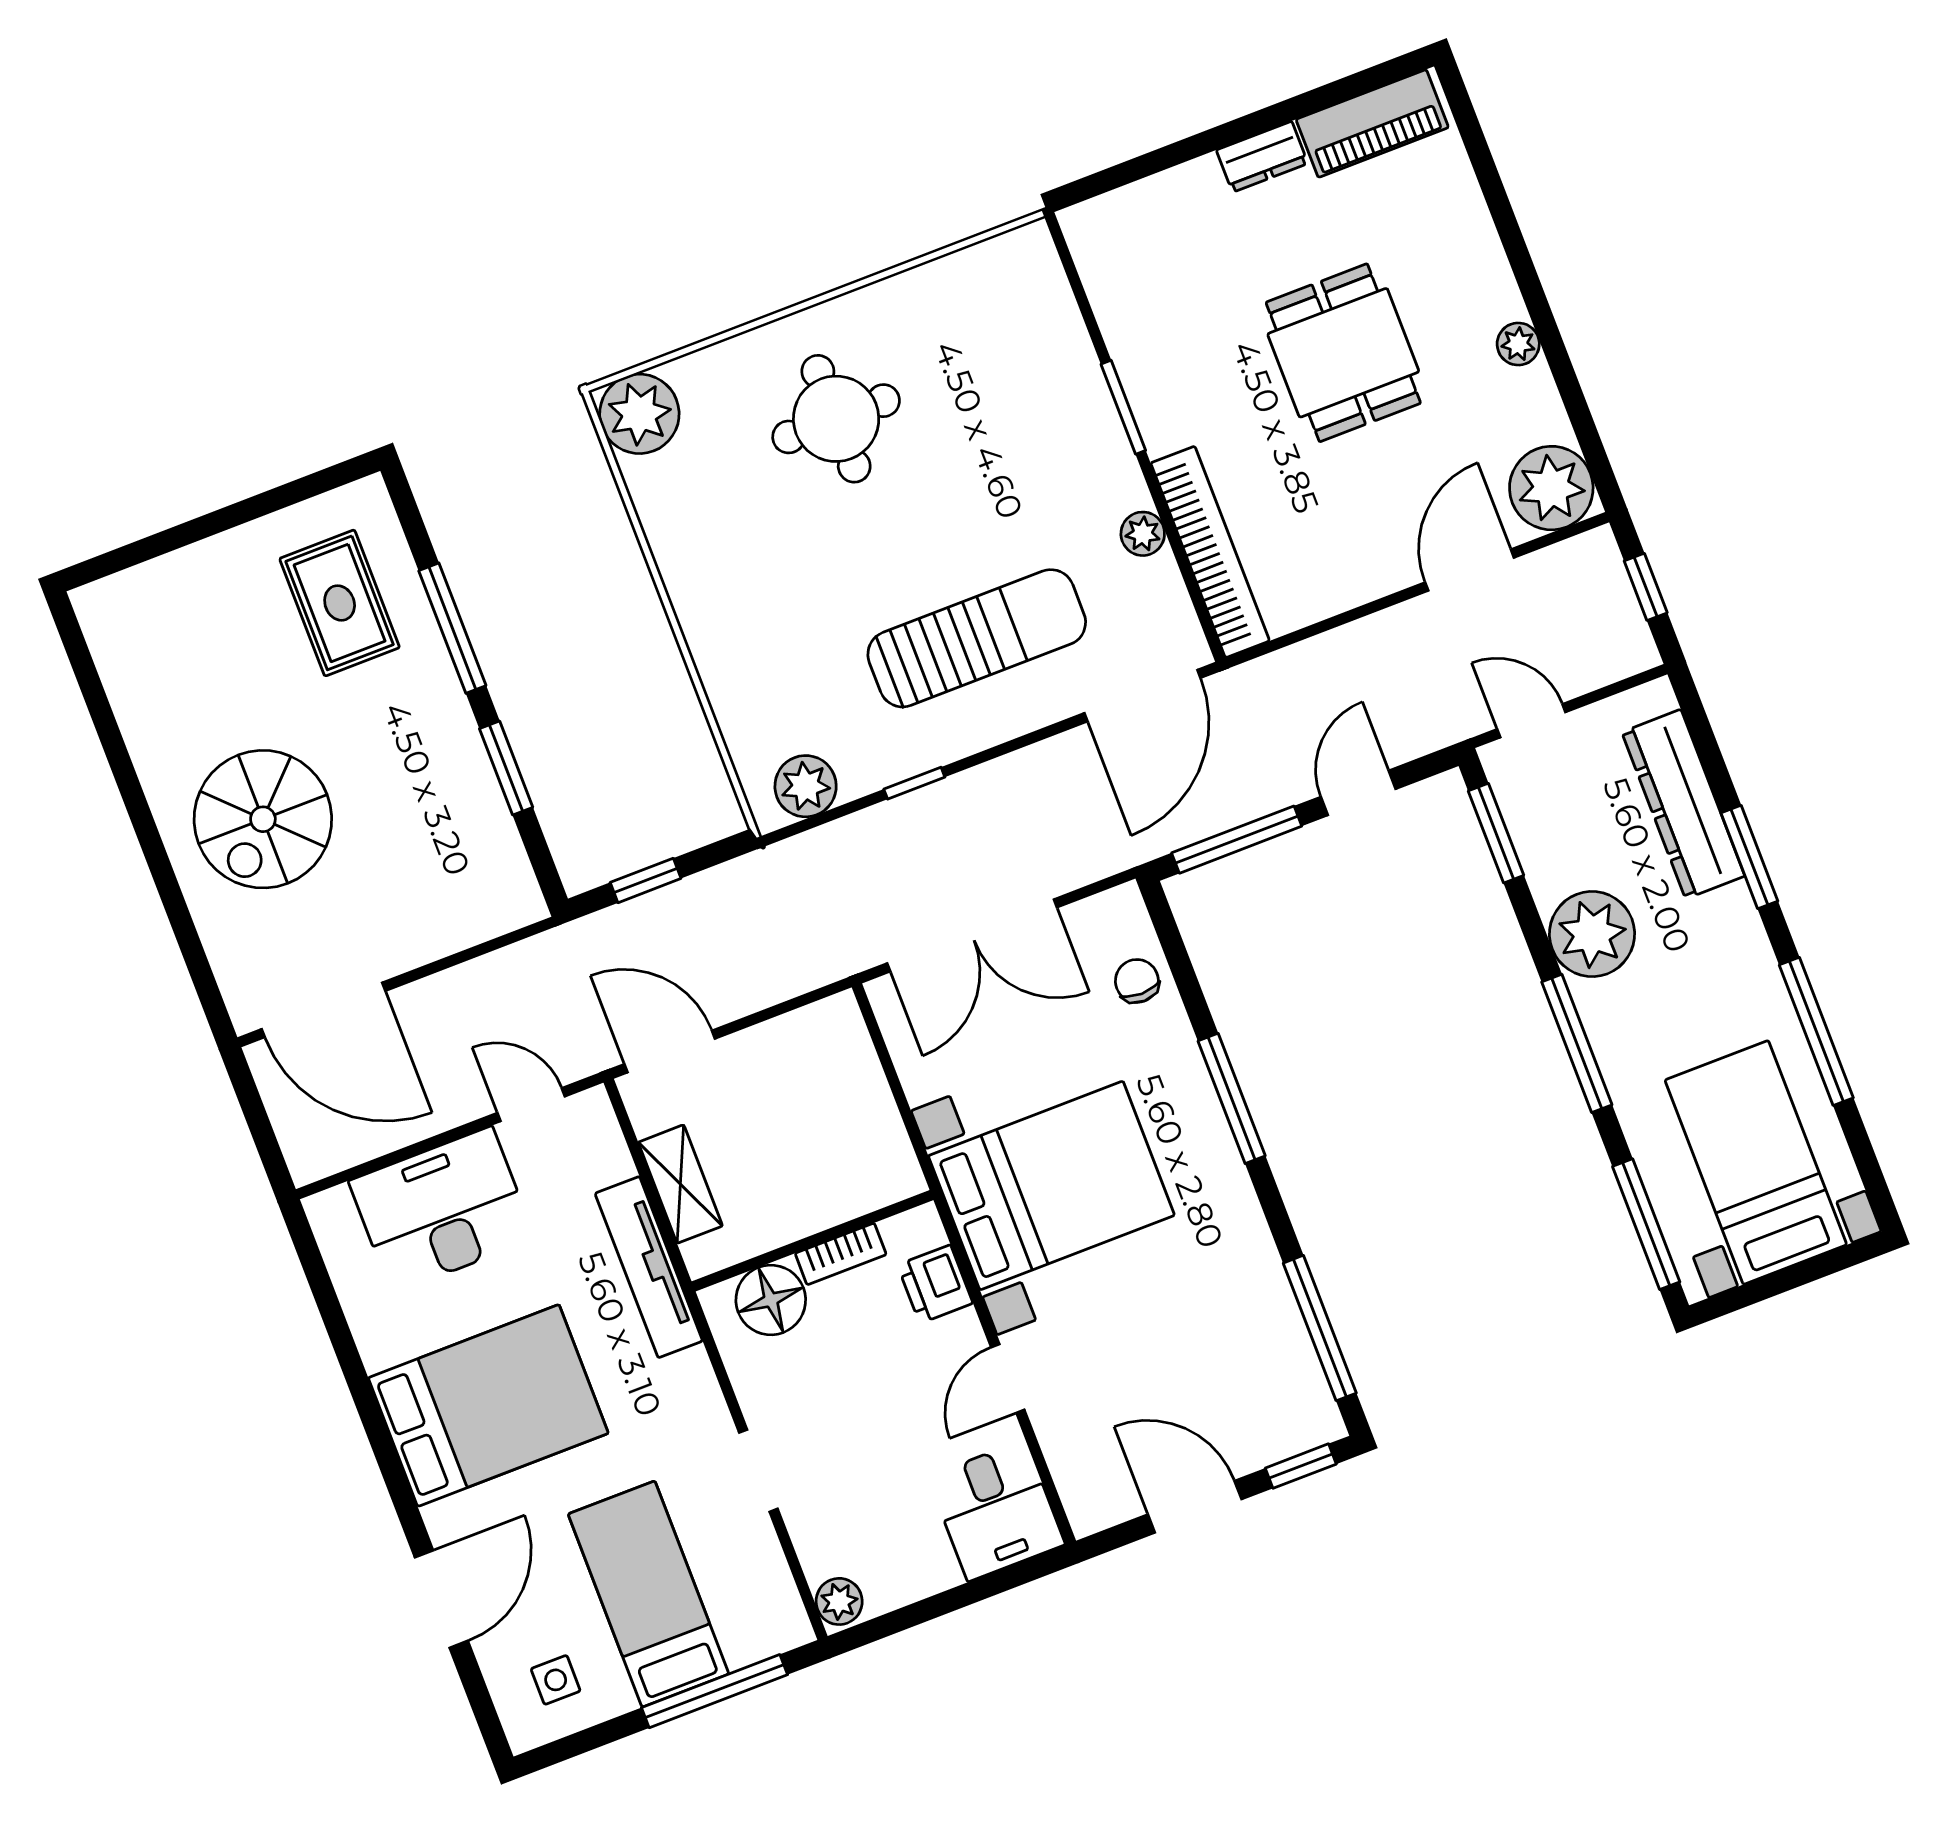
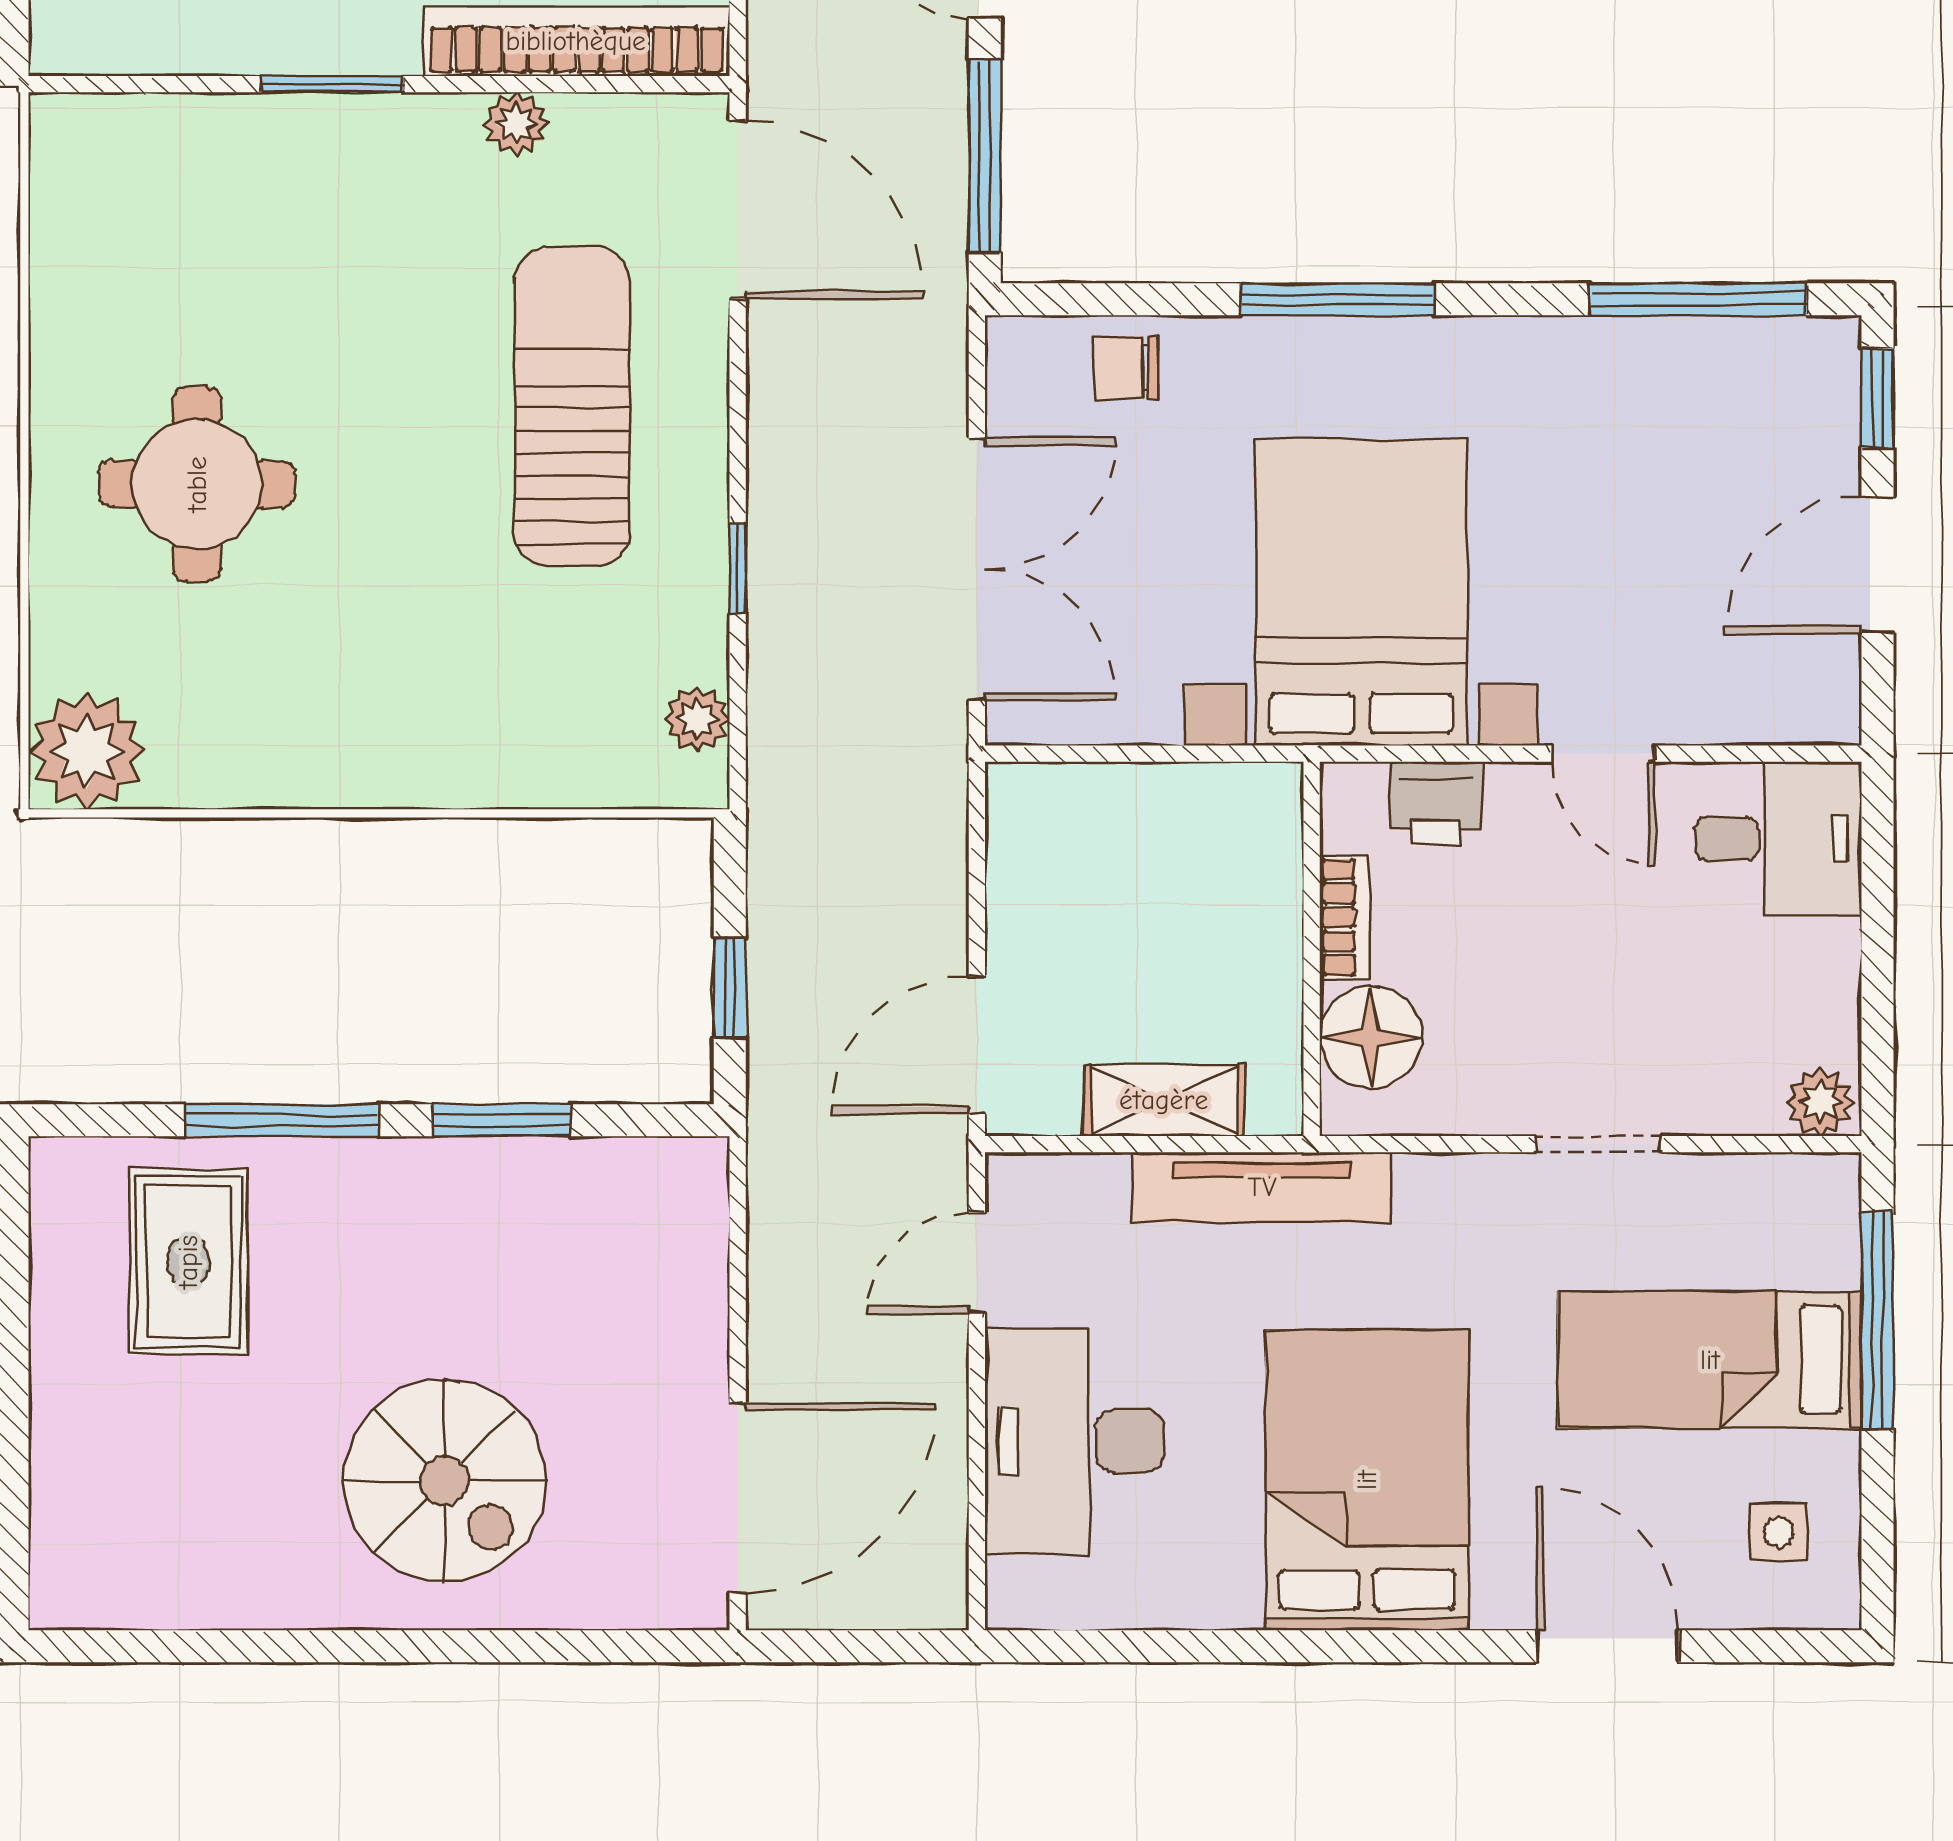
rug: (340, 603) -> (188, 1262), turned 90
plant: (806, 786) -> (697, 719), width x0.73, depth x0.73

